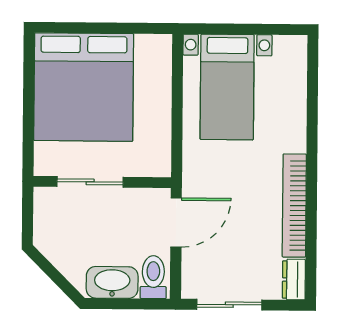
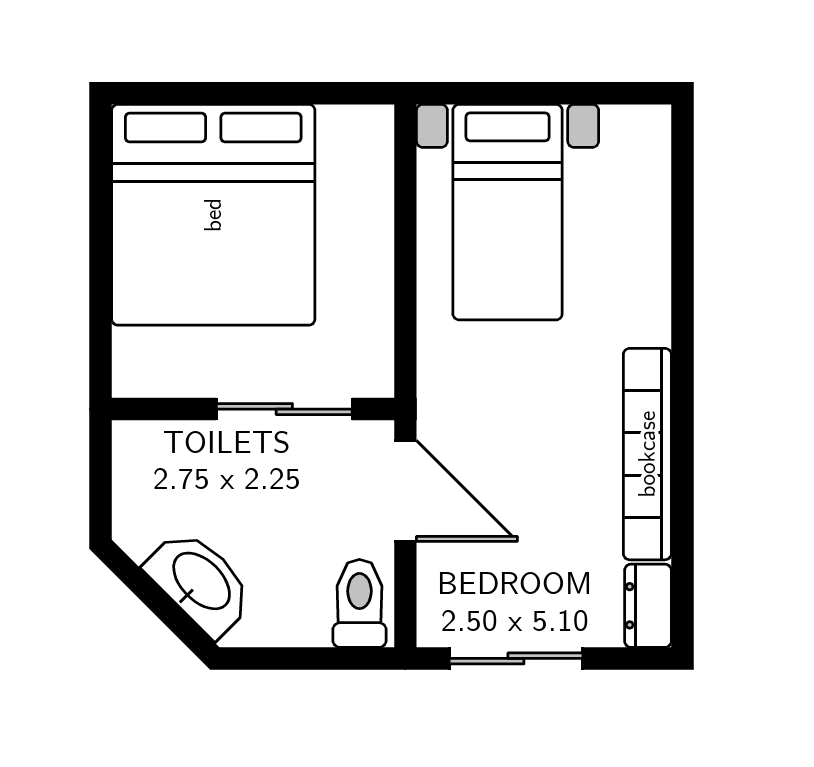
sliding door: (90, 182) -> (284, 409), moved
door: (176, 222) -> (405, 491), hinge flipped
washbasin: (112, 282) -> (200, 582), moved, turned 45

